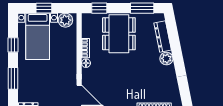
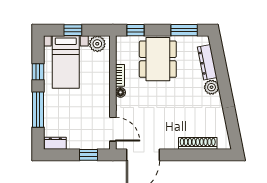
window: (13, 78) -> (38, 110), width x1.44

